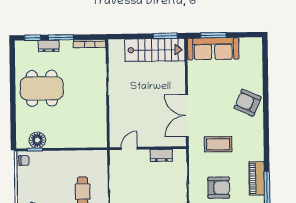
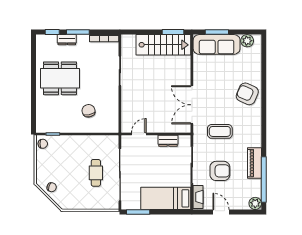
plant: (247, 44) -> (247, 41), added
chair: (74, 124) -> (89, 111), added
floor lamp: (37, 140) -> (55, 125), removed

